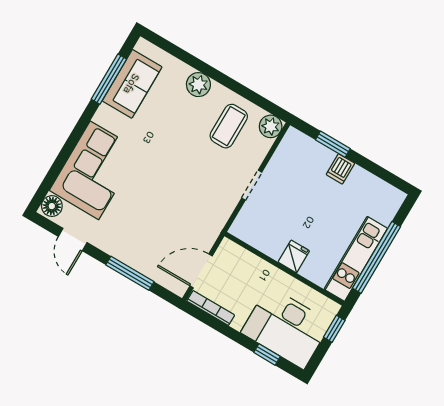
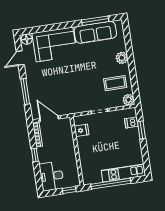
sofa: (132, 84) -> (95, 32), width x1.36
dishwasher: (340, 169) -> (131, 123), moved
fridge: (294, 256) -> (82, 130), moved
kitchen unit: (356, 259) -> (124, 173), moved
desk: (286, 328) -> (52, 176), width x0.73, depth x0.77
window: (267, 354) -> (35, 155), moved

